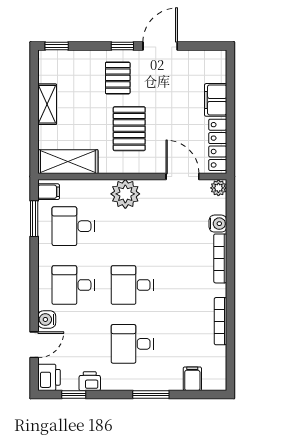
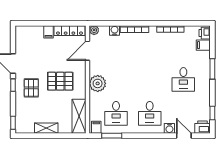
pallet: (118, 78) -> (31, 88), turned 90
filing cabinet: (216, 100) -> (49, 32), width x0.50
desk: (132, 285) -> (150, 79), removed
printer: (90, 381) -> (205, 33), moved

